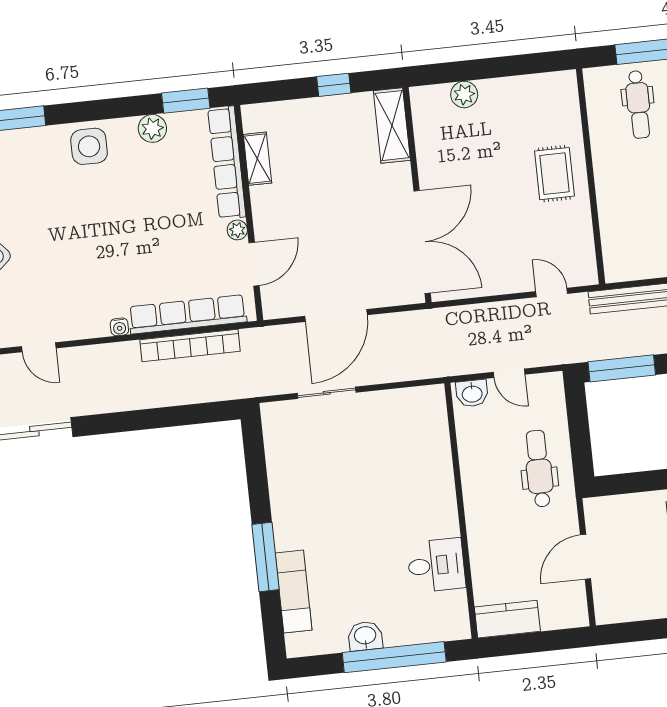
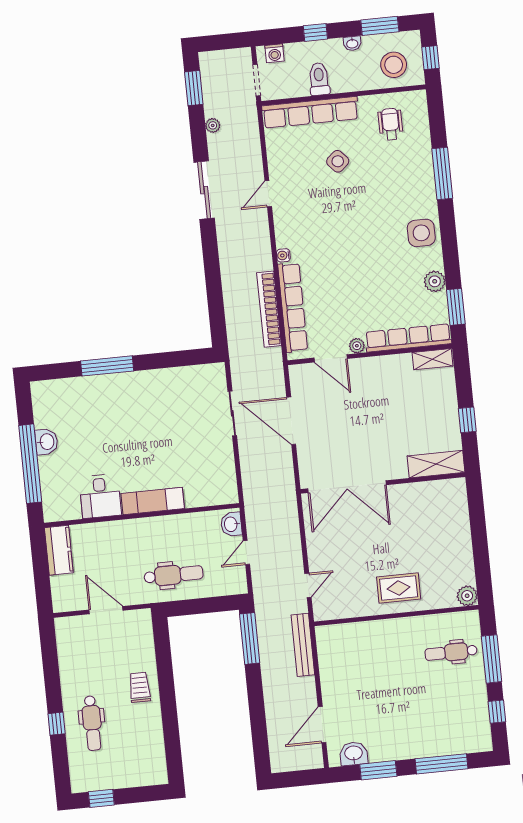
plant: (464, 94) -> (467, 596), moved
shelving: (257, 159) -> (432, 359), moved
exam couch: (294, 591) -> (153, 501), moved, turned 180

